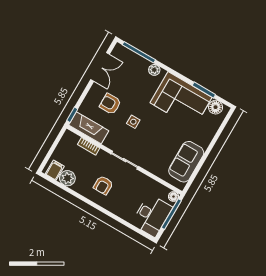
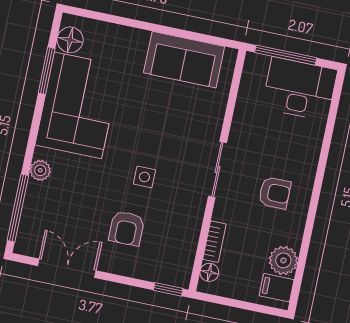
fireplace: (89, 128) -> (182, 252), removed
floor lamp: (173, 197) -> (209, 272), moved

